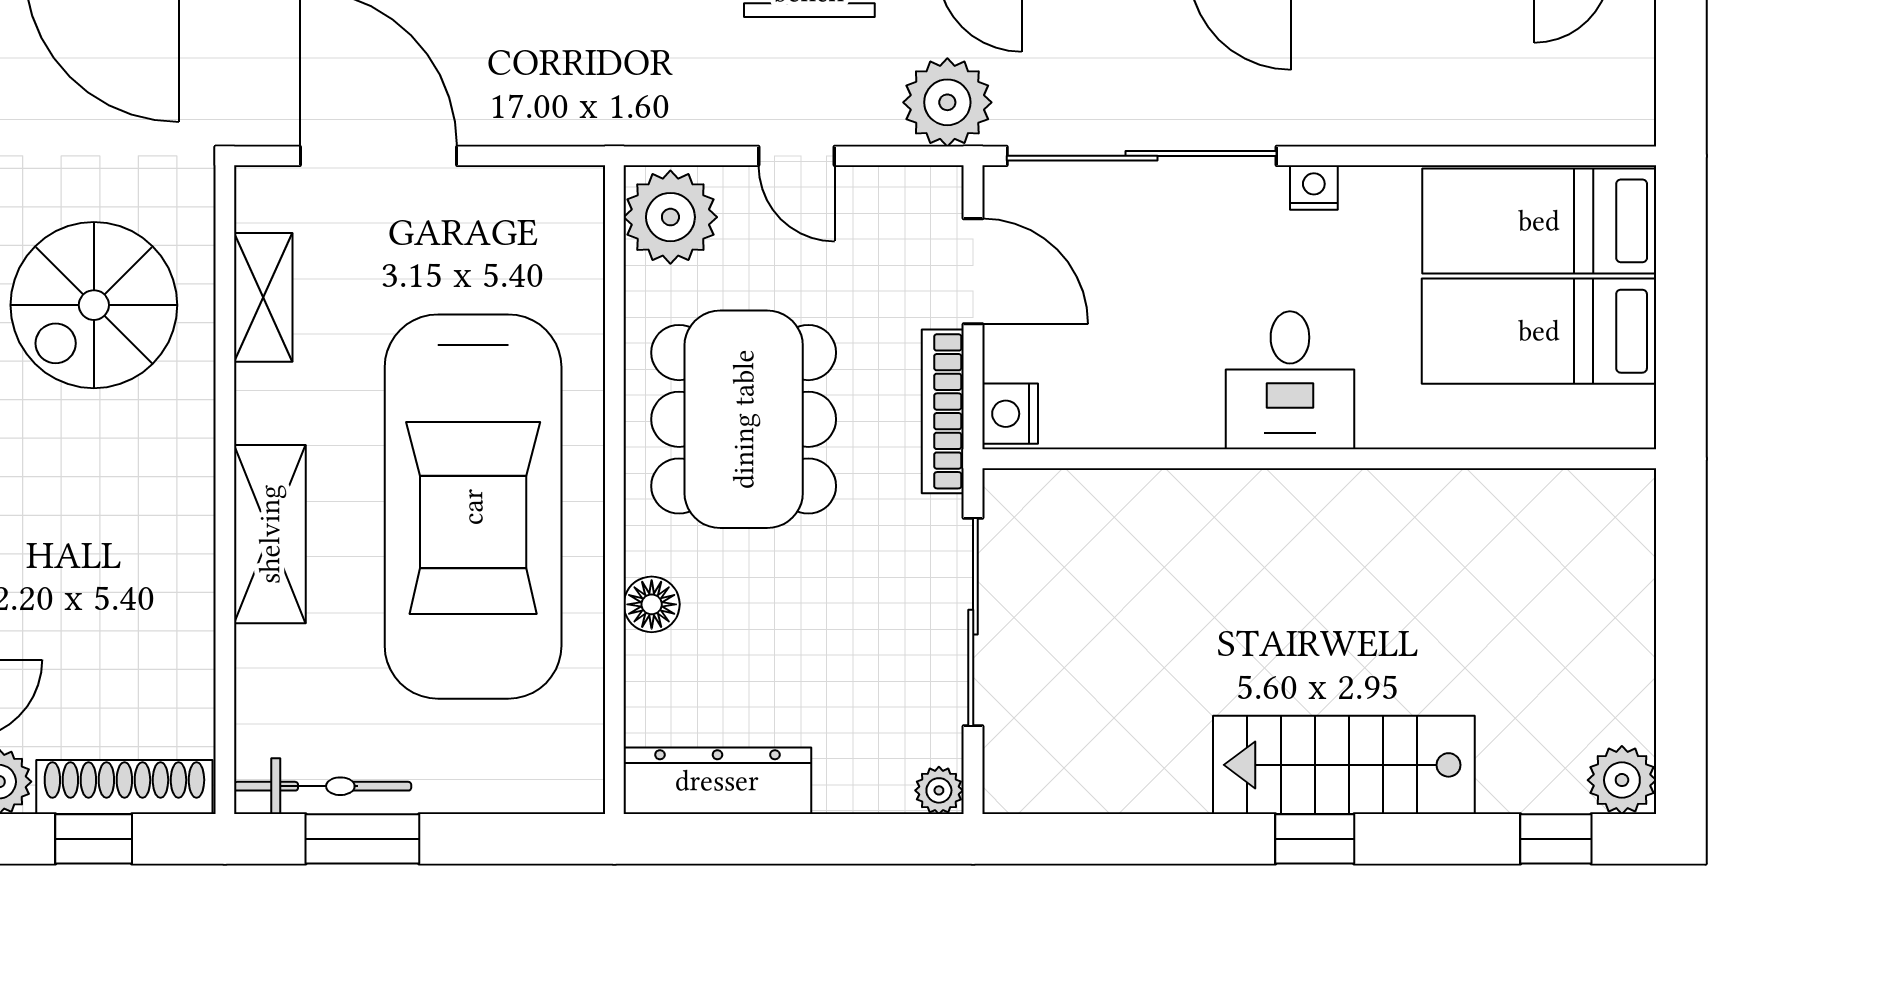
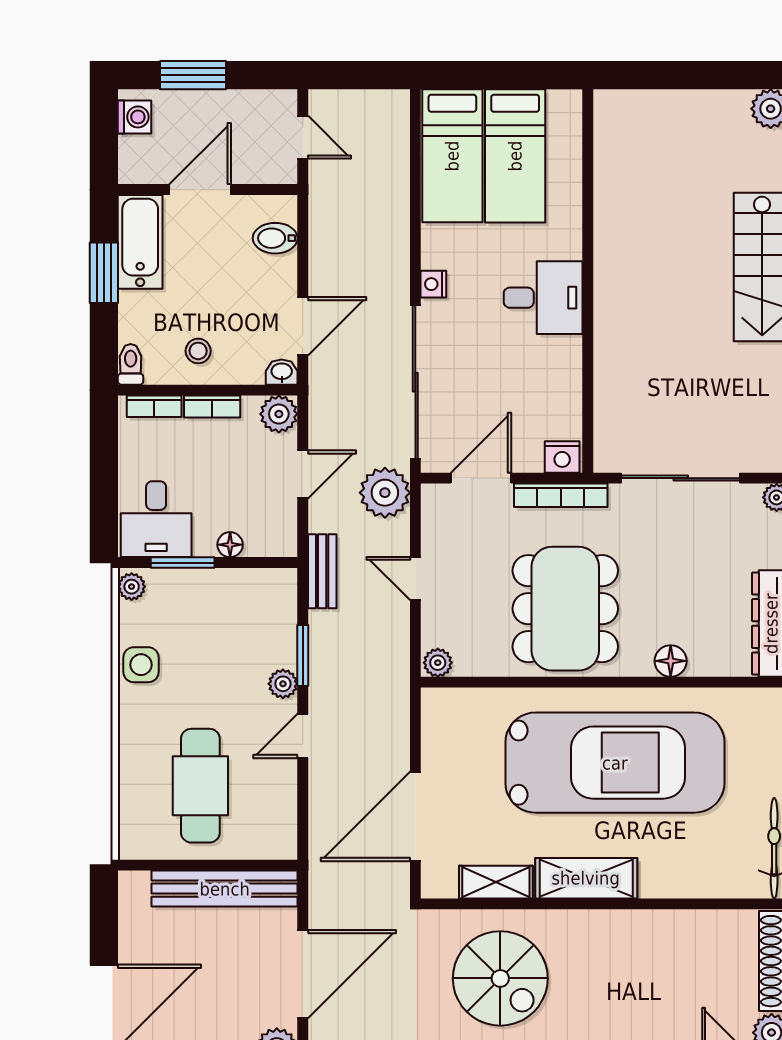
door: (797, 156) -> (415, 579), swing flipped
plant: (670, 217) -> (438, 663), width x0.53, depth x0.53
dining table: (744, 419) -> (565, 609), turned 90
shelving: (270, 534) -> (586, 878), moved

